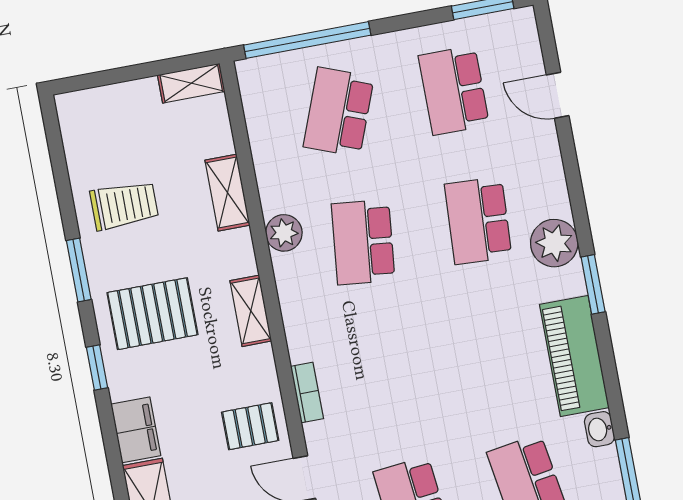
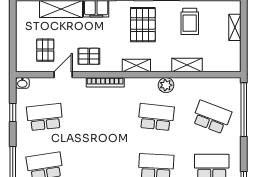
shelving: (191, 83) -> (235, 27), moved
bookcase: (307, 393) -> (105, 82), width x1.56
pallet: (250, 426) -> (89, 56), turned 90

